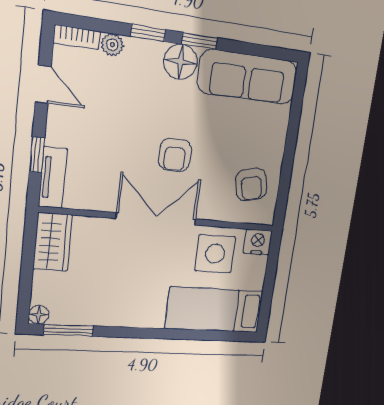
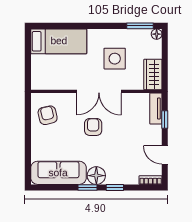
plant: (112, 45) -> (133, 179), removed
nightstand: (258, 242) -> (39, 83), removed
side table: (215, 254) -> (115, 59), moved

